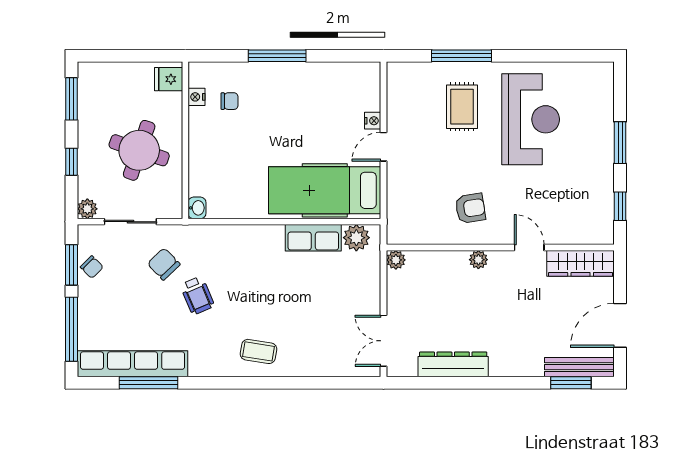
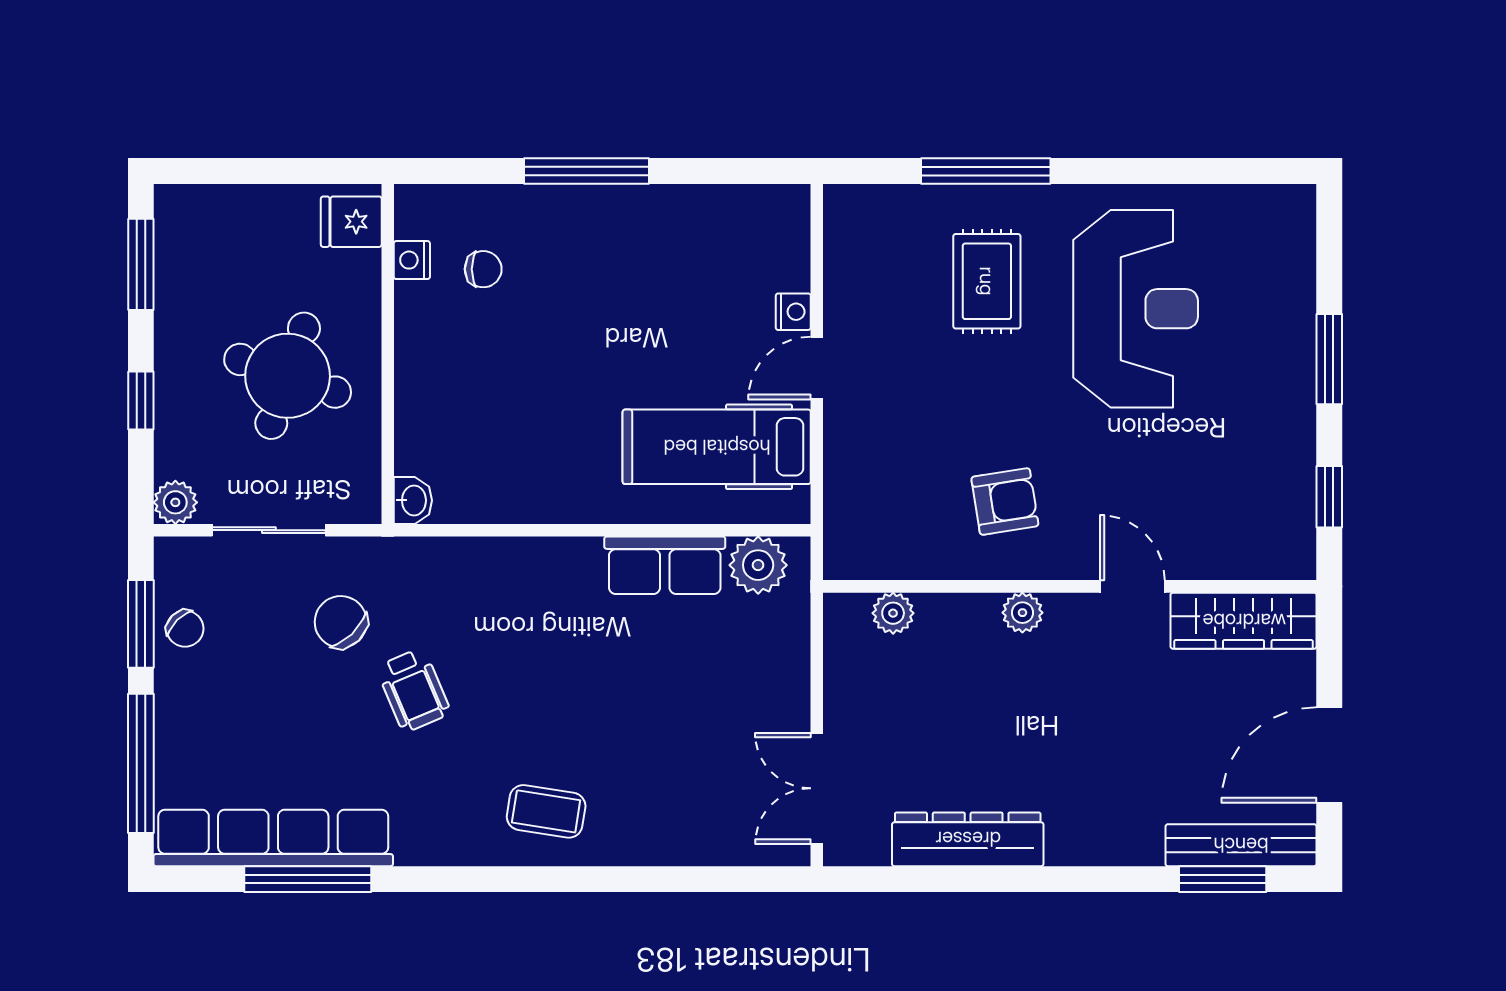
hospital bed: (325, 190) -> (717, 447), width x0.73, depth x0.78
plant: (396, 260) -> (893, 613), moved

